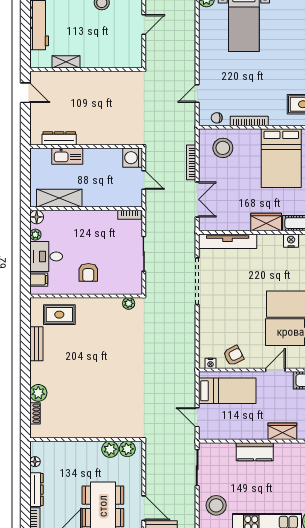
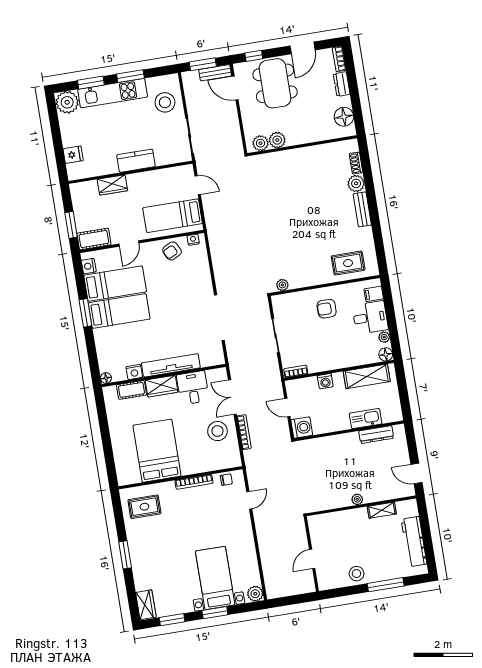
plant: (89, 77) -> (357, 499), added
stool: (223, 148) -> (217, 431), moved
washing machine: (102, 200) -> (325, 381), added
desk: (235, 215) -> (193, 388), added
tv unit: (228, 241) -> (171, 365), moved
armchair: (88, 272) -> (327, 309), turned -90
bench: (36, 344) -> (362, 209), moved
floor lamp: (35, 462) -> (344, 117), width x1.89, depth x1.89
dresser: (36, 490) -> (342, 84), width x0.70

